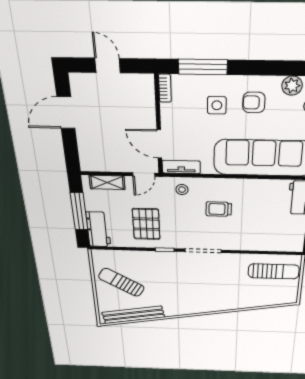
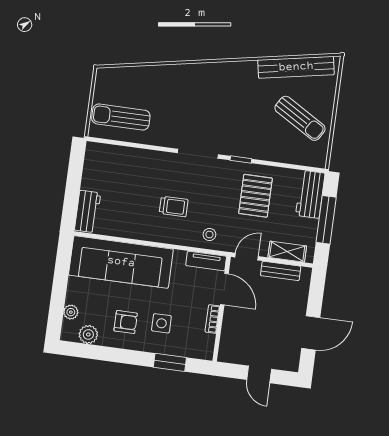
window: (203, 67) -> (170, 362), width x0.69
bookcase: (165, 88) -> (212, 319), moved
bench: (109, 165) -> (281, 271), added

